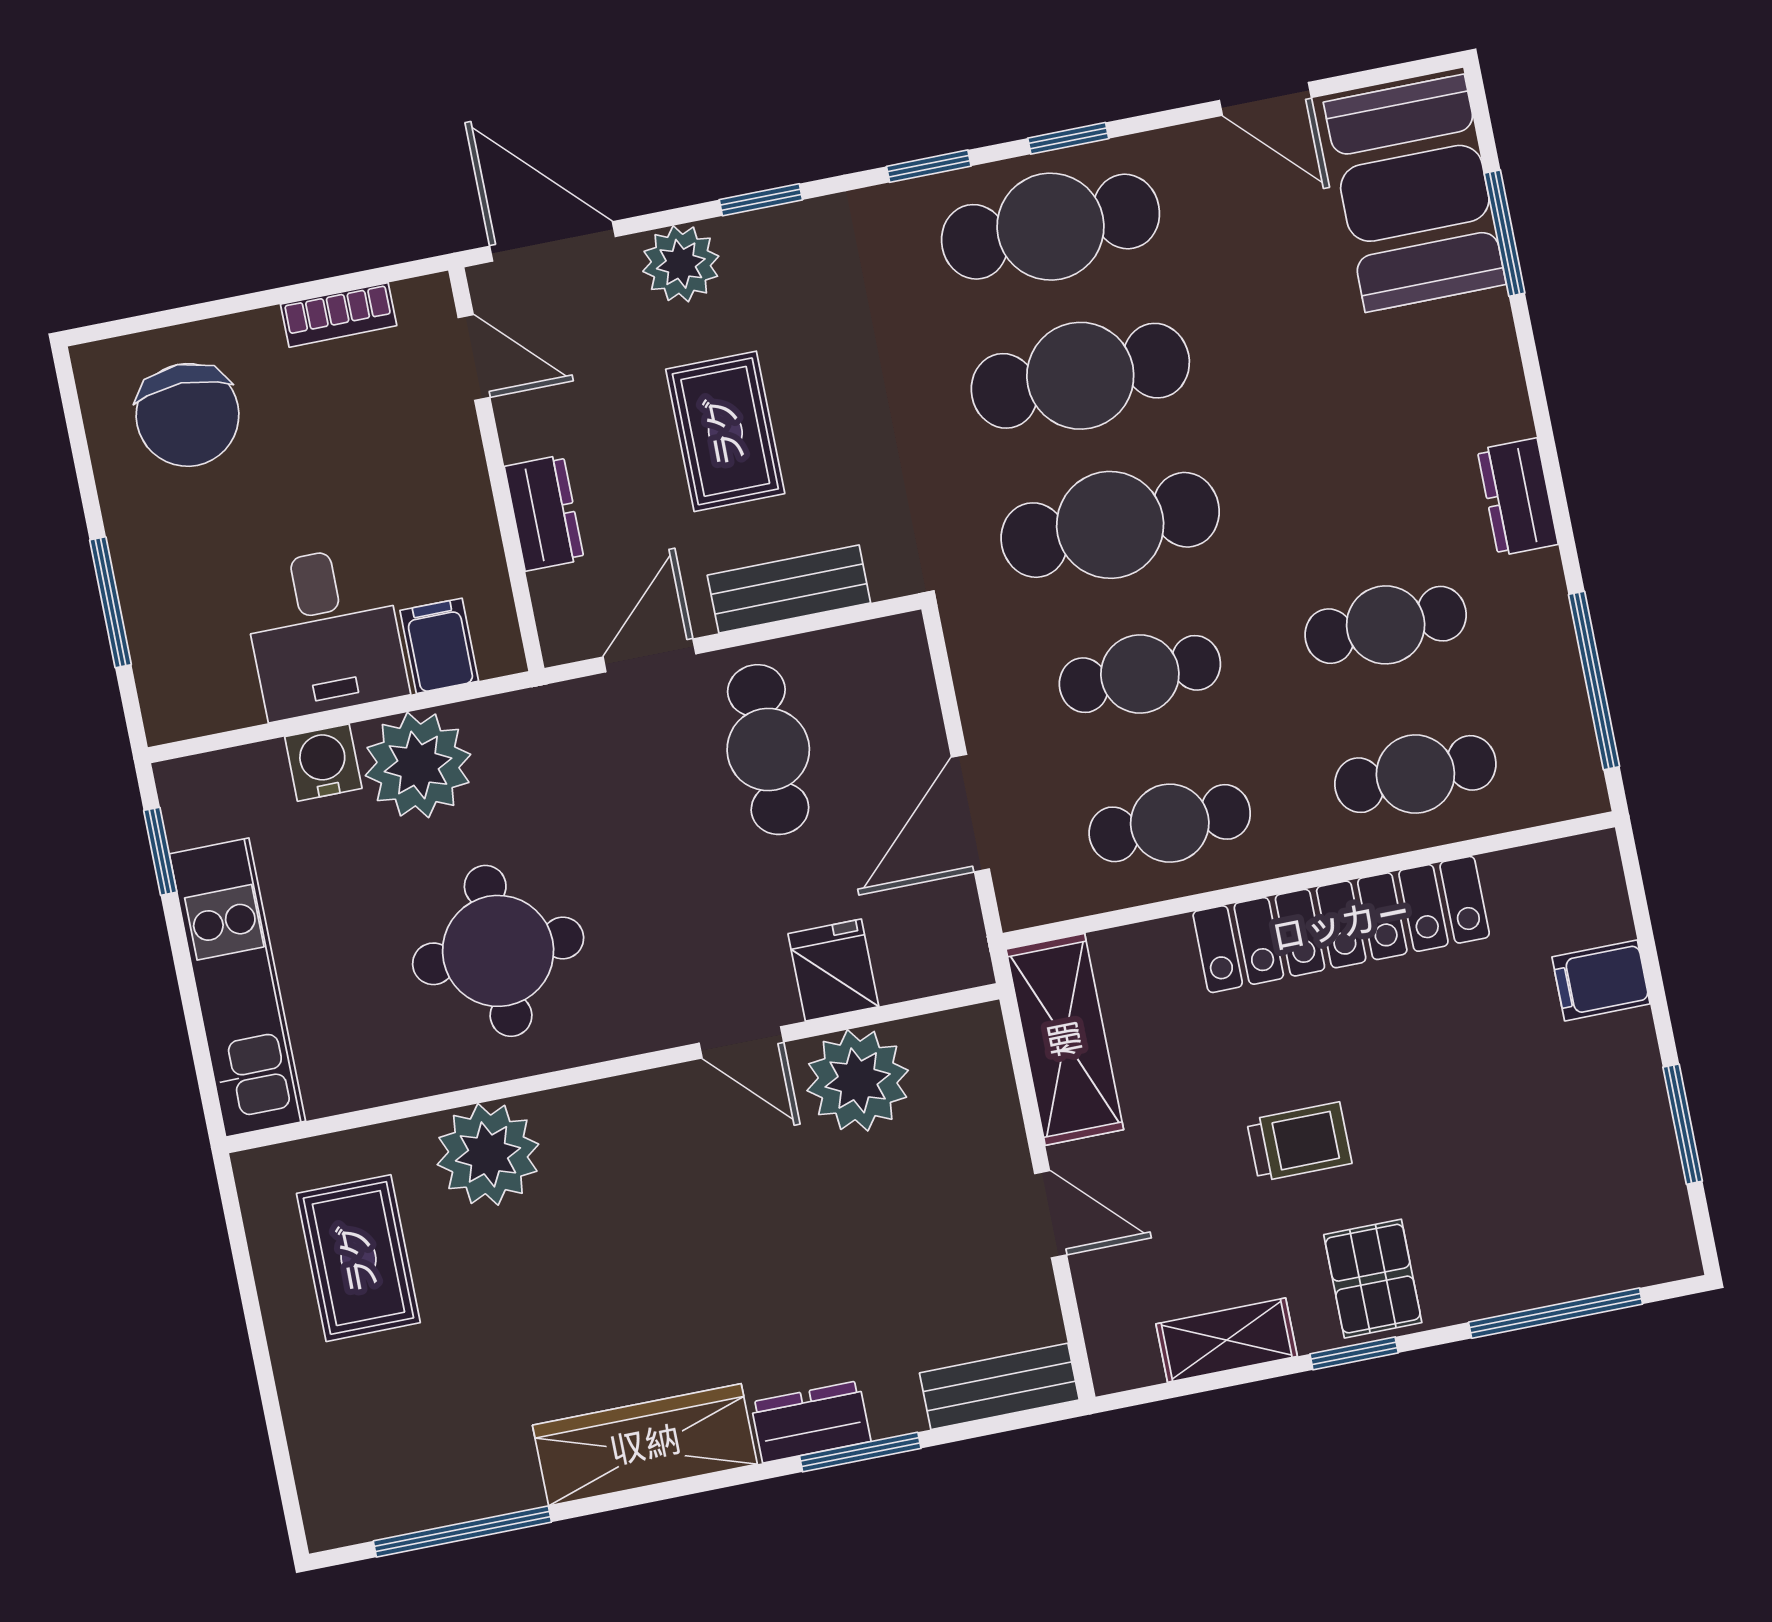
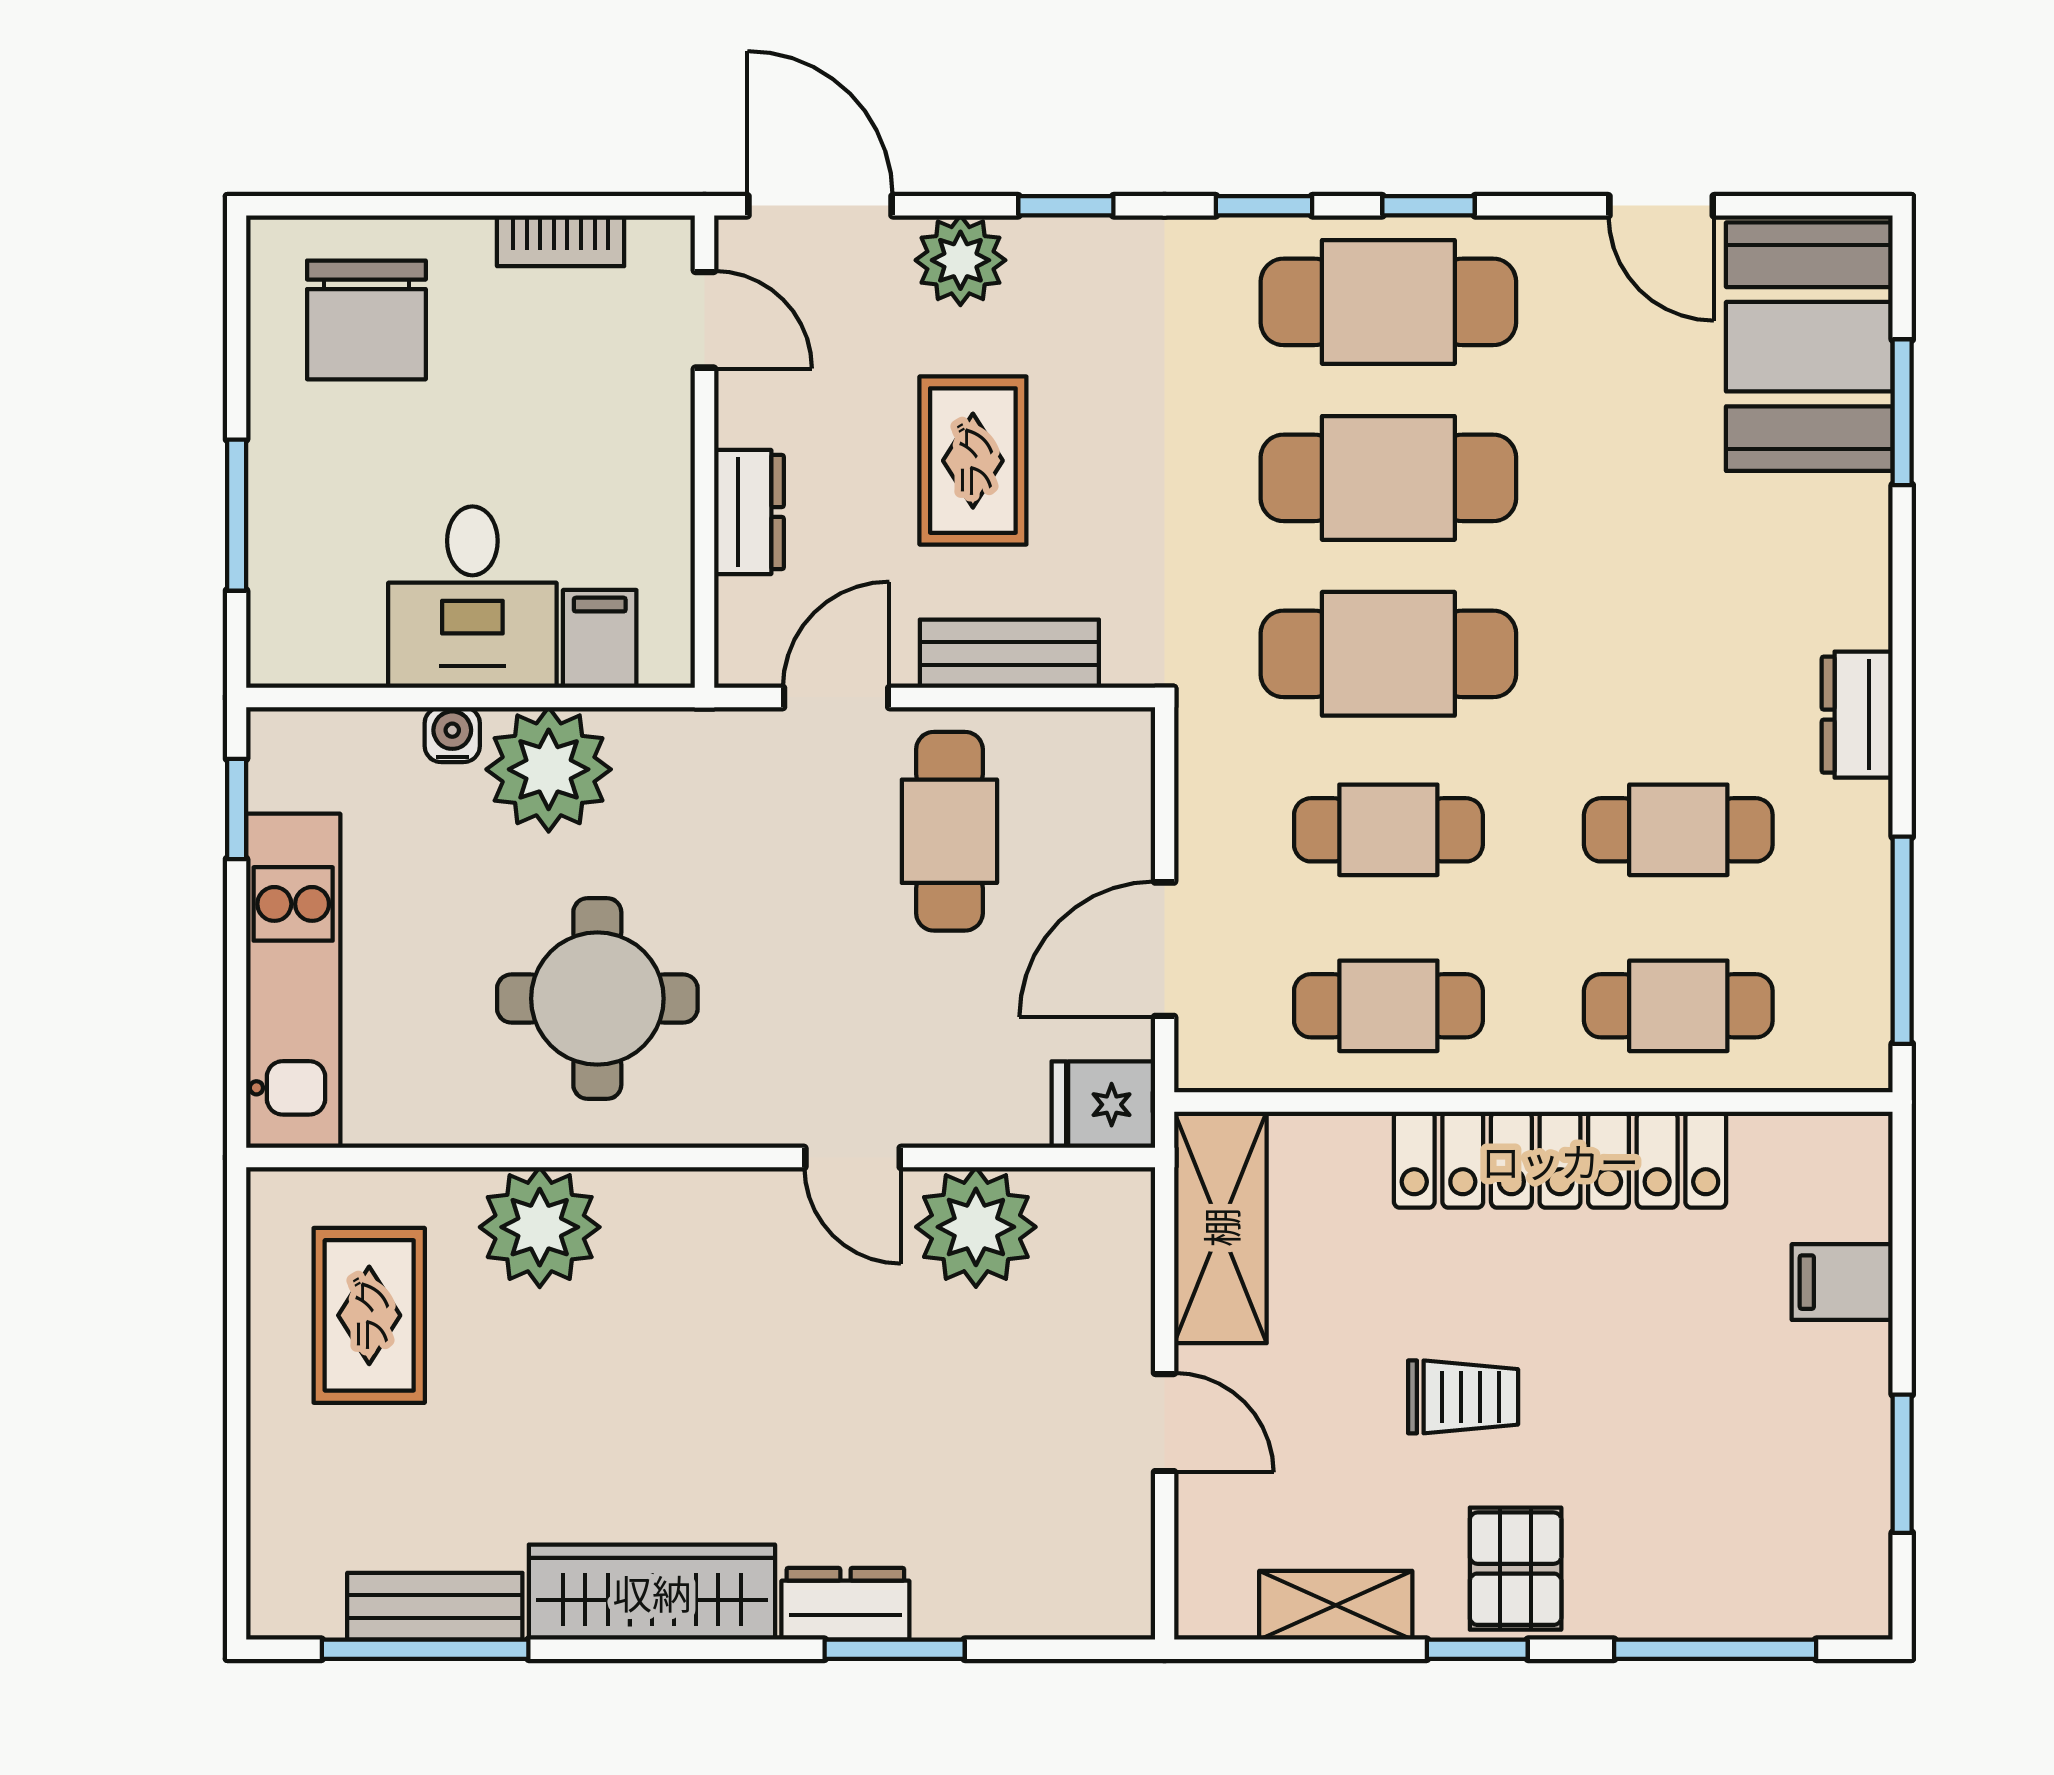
water cooler: (323, 763) -> (452, 735), width x0.72, depth x0.72
fridge: (833, 970) -> (1103, 1105), moved, turned -90
bench: (999, 1386) -> (435, 1606), moved

